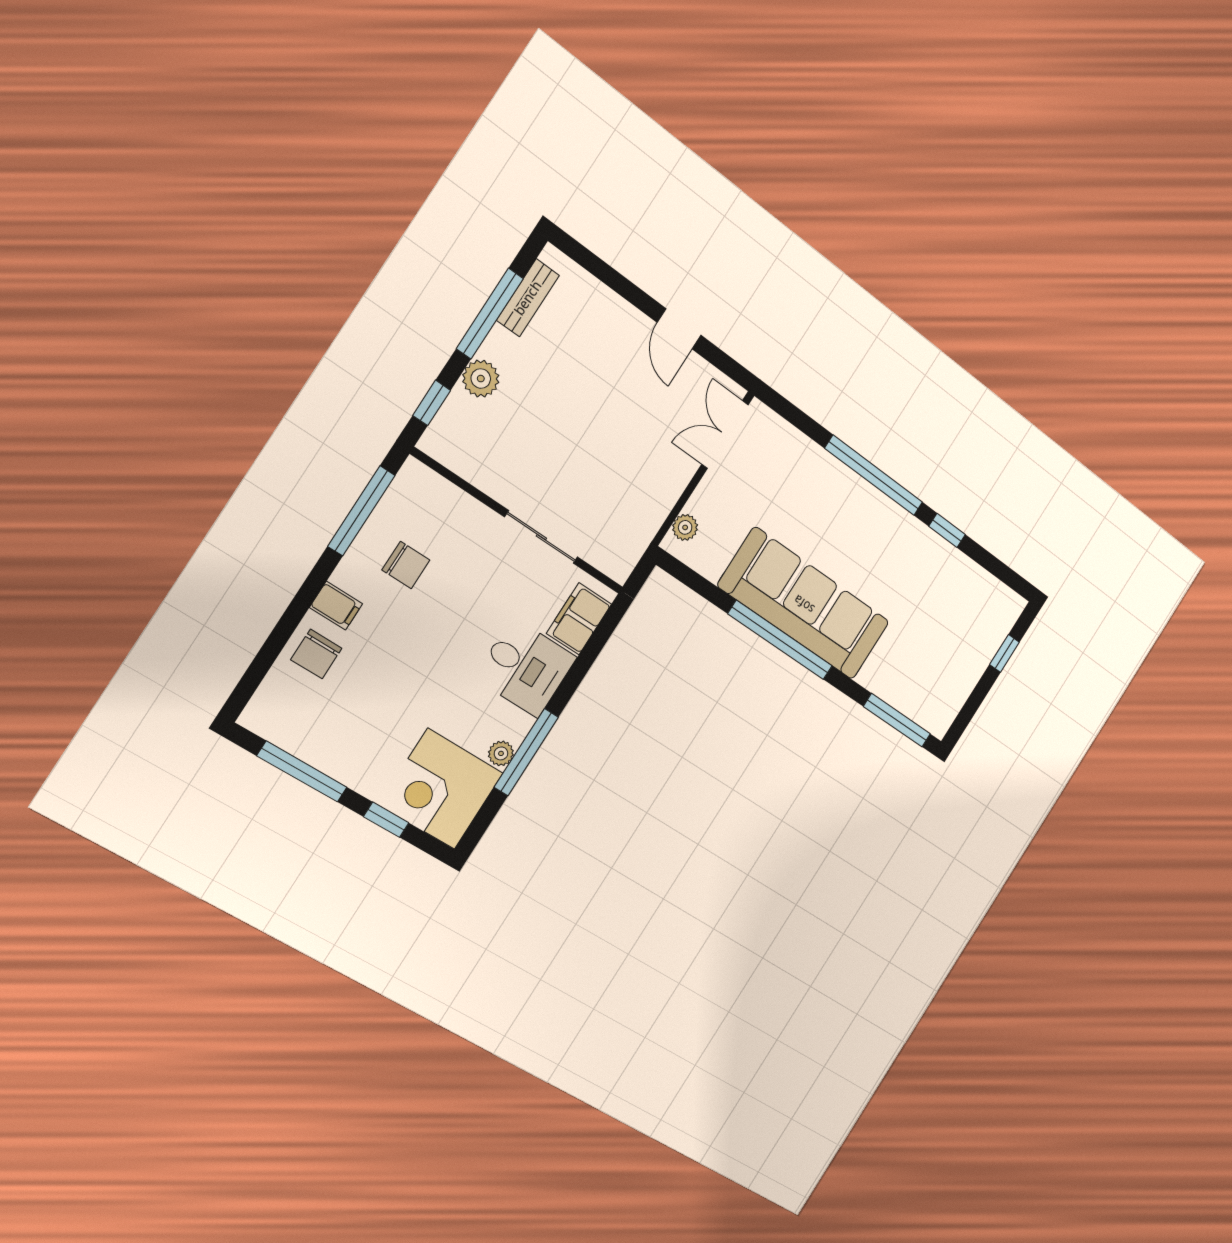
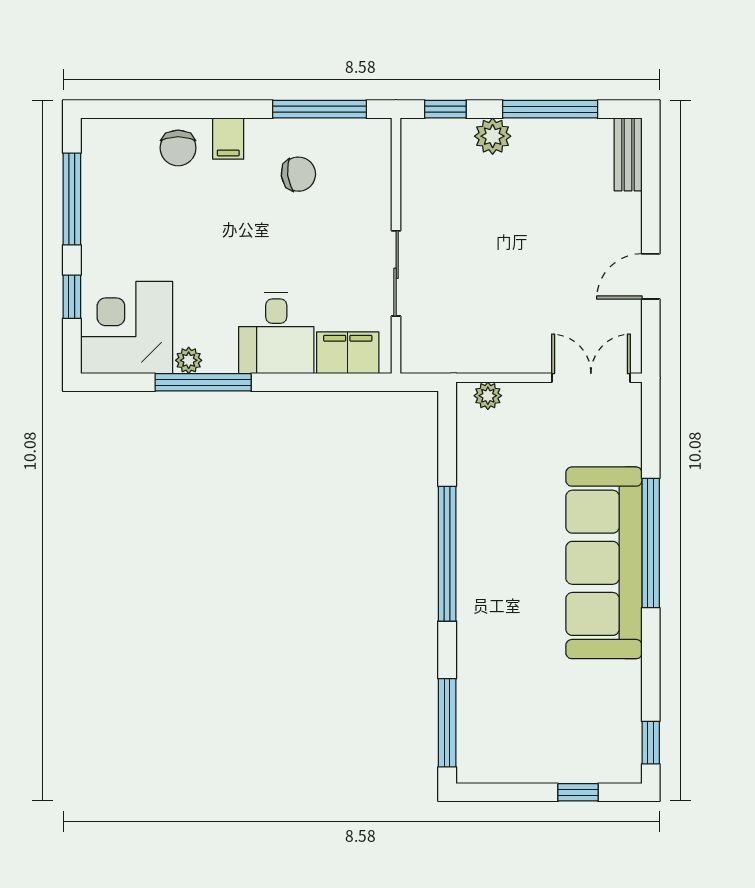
bench: (528, 298) -> (628, 154), moved, turned 90
window: (947, 530) -> (651, 743), moved
chair: (406, 565) -> (298, 174), turned -97
sofa: (804, 604) -> (604, 563), moved, turned 180
chair: (316, 654) -> (178, 148), turned -90

